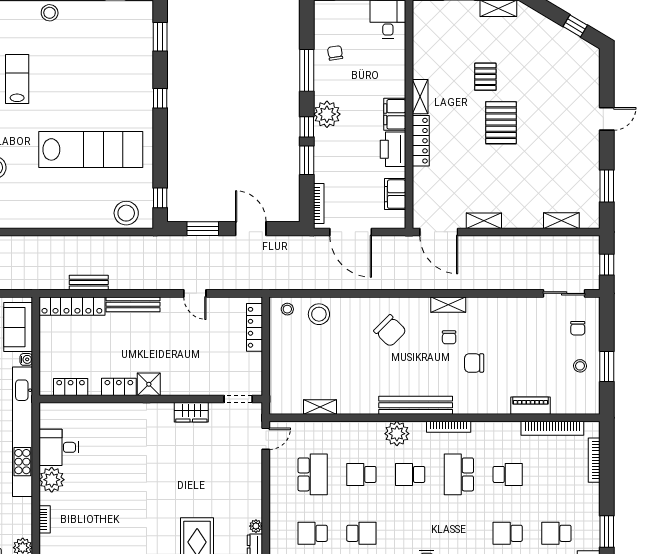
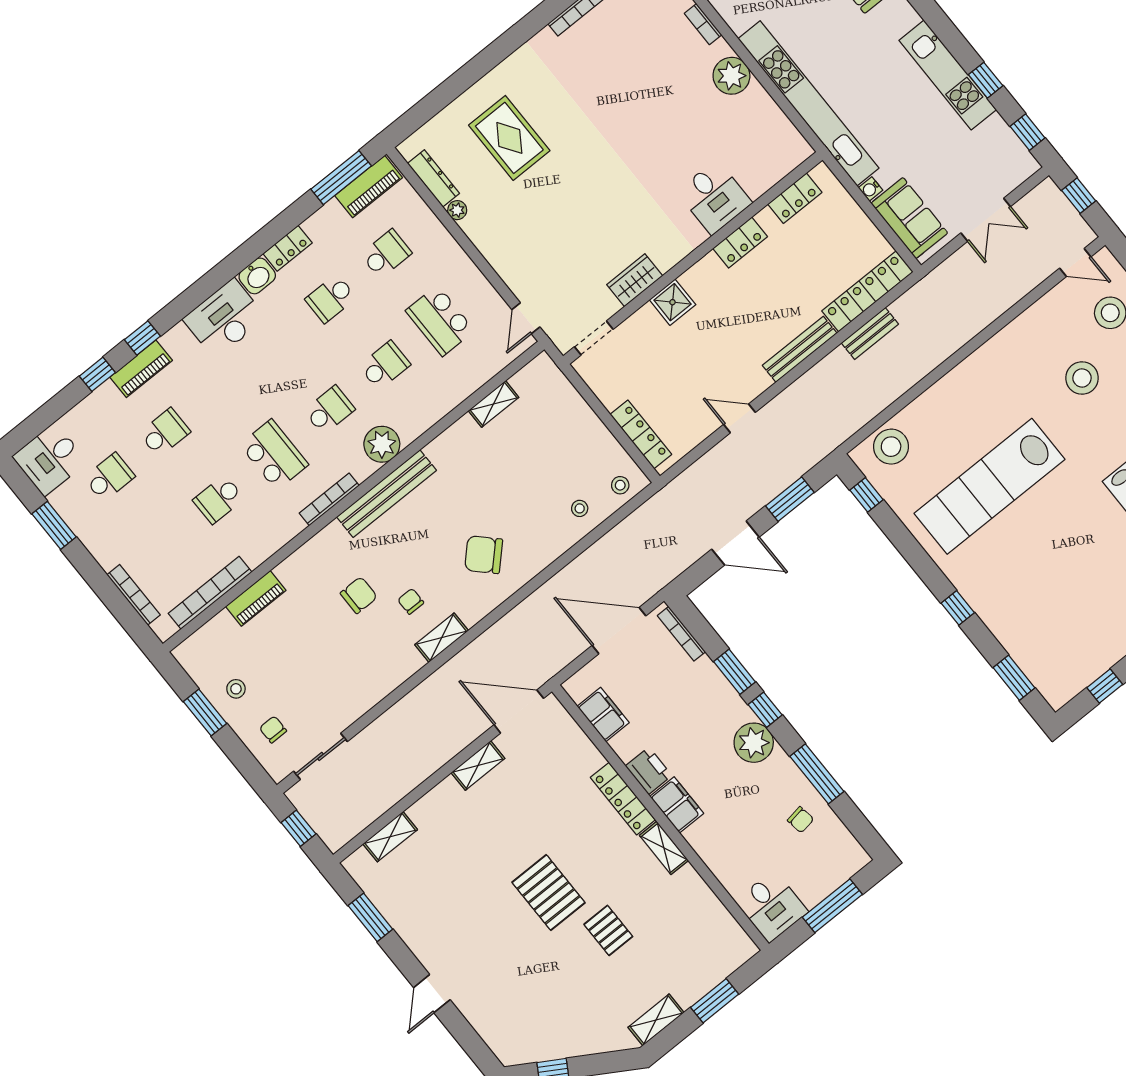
printer: (393, 149) -> (649, 771), width x0.73, depth x0.84
stool: (319, 314) -> (580, 508), width x0.53, depth x0.53
shower: (149, 384) -> (672, 302), moved
desk: (59, 447) -> (714, 197), moved, turned 90

